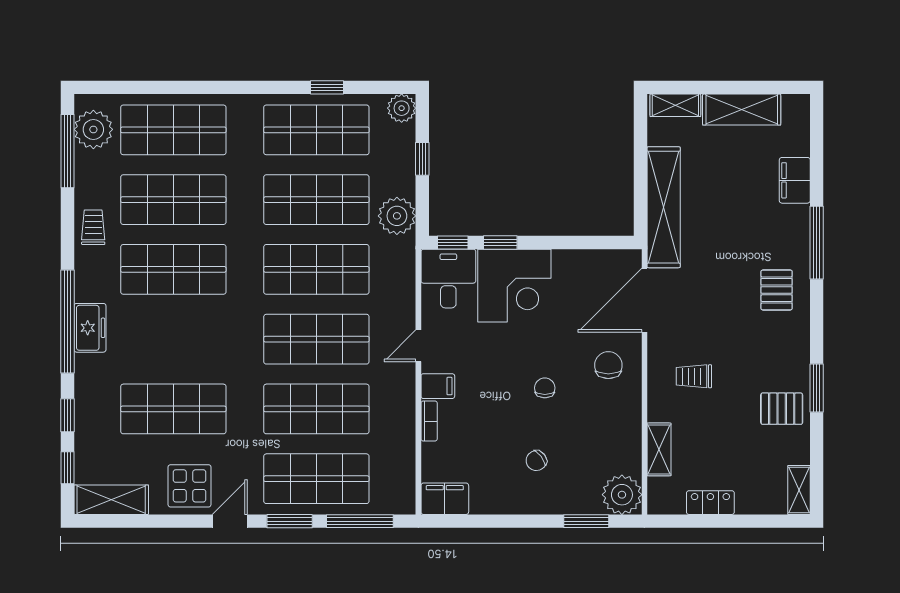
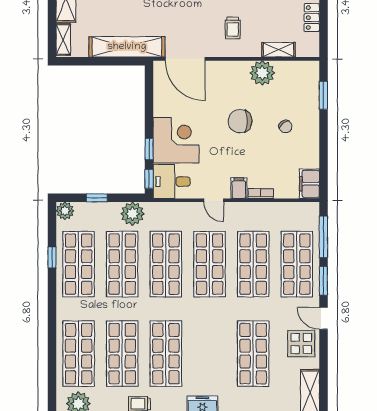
chair: (608, 365) -> (226, 81), removed
chair: (545, 388) -> (240, 121), width x1.87, depth x1.87
plant: (622, 495) -> (262, 73), moved

